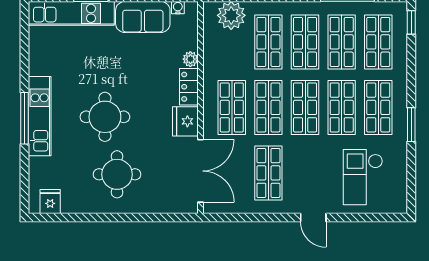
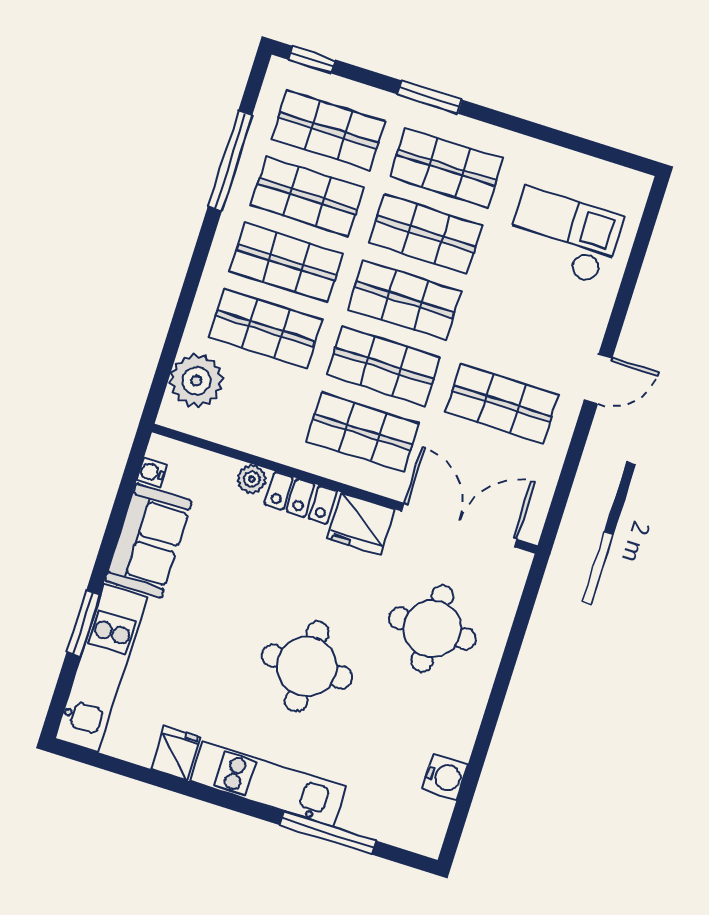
window: (25, 118) -> (328, 833), moved
window: (411, 125) -> (430, 97), moved
round table: (117, 174) -> (432, 629), moved
checkout: (363, 177) -> (564, 235), turned 180
fridge: (50, 202) -> (176, 753), moved, turned 90
water cooler: (71, 204) -> (445, 777), added
door: (313, 217) -> (598, 379), moved

